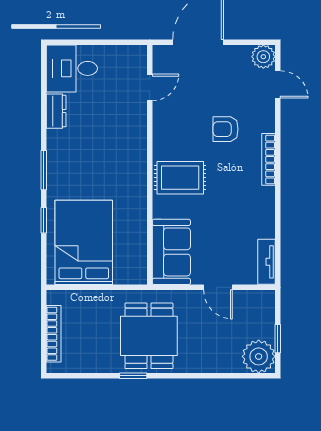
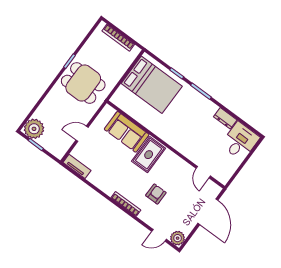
sofa: (171, 252) -> (127, 132), moved

